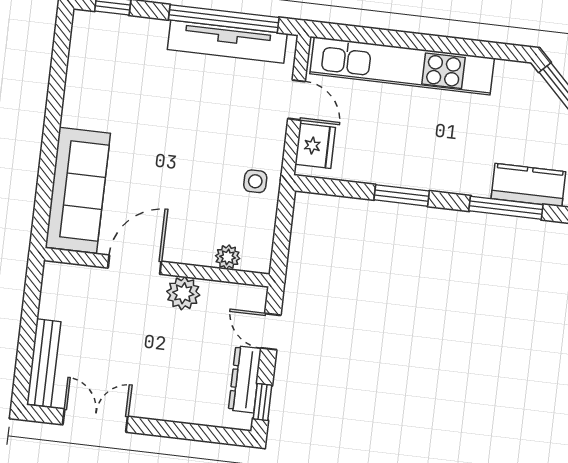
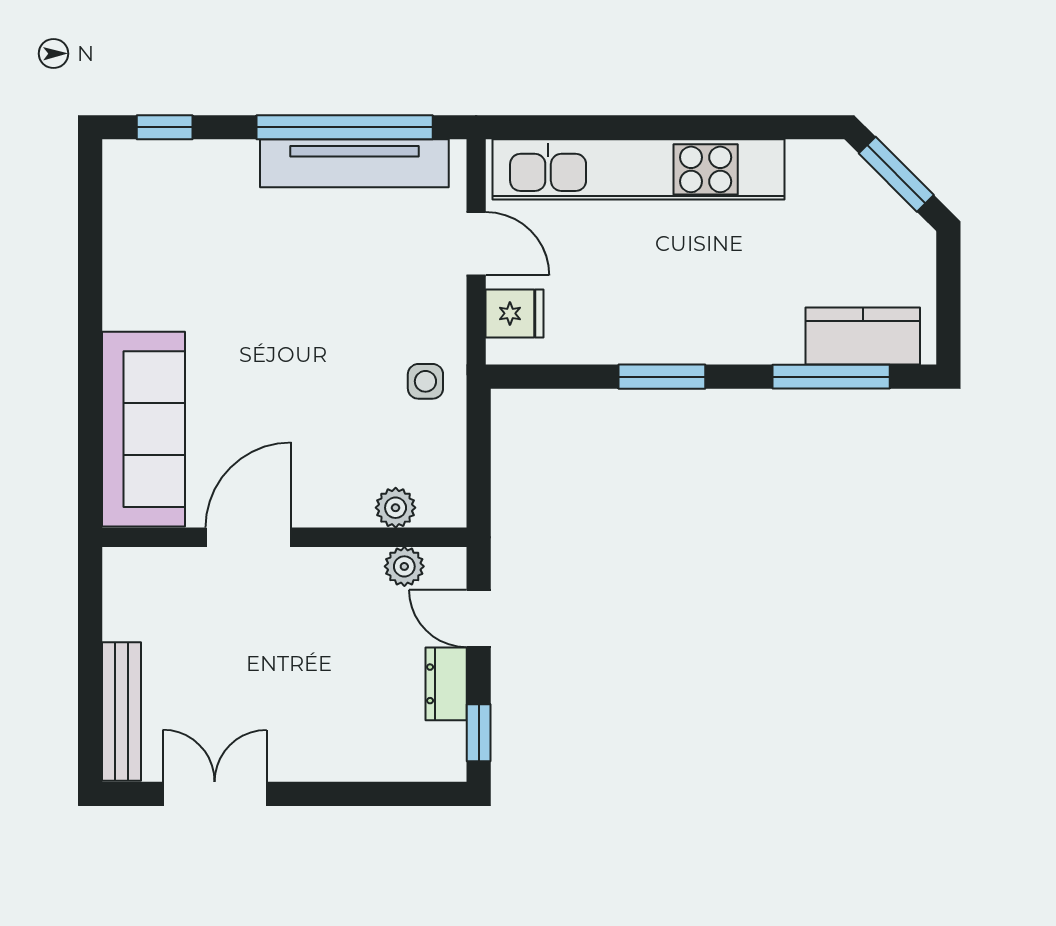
fridge: (315, 146) -> (515, 313), width x0.72
plant: (183, 293) -> (404, 566), moved, width x0.73, depth x0.73
dresser: (245, 379) -> (446, 684), width x0.70

